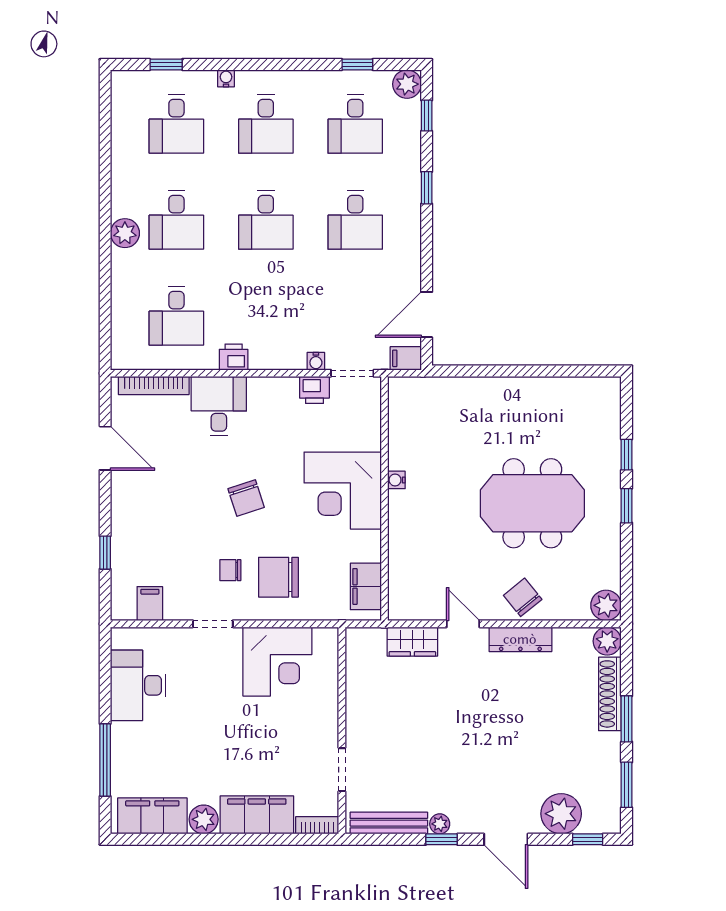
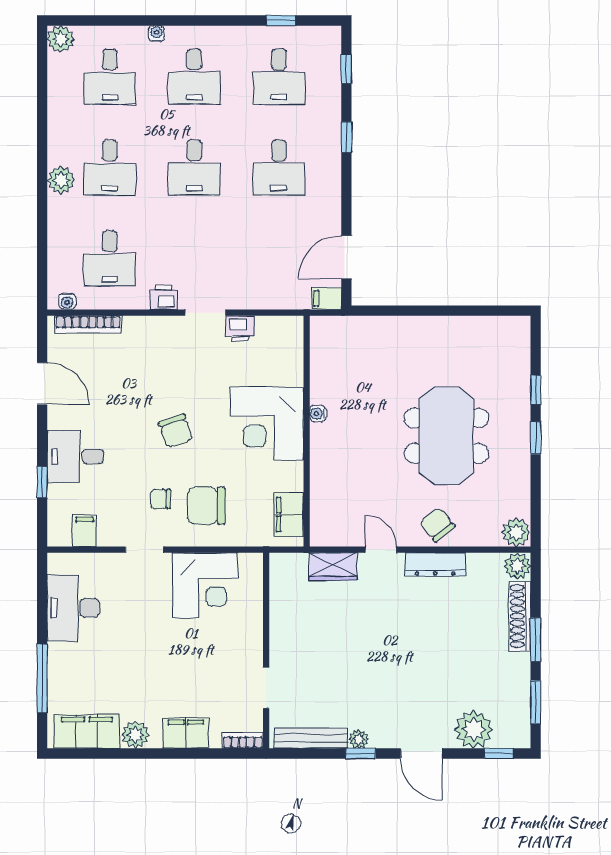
window: (166, 64) -> (100, 20), removed
plant: (407, 84) -> (61, 39), moved
water cooler: (316, 361) -> (67, 301), moved
doorway: (352, 373) -> (206, 313), moved
desk: (219, 406) -> (75, 457), moved, turned -90
meeting table: (532, 503) -> (446, 436), turned 90
filing cabinet: (257, 815) -> (186, 733), width x0.67, depth x0.86

